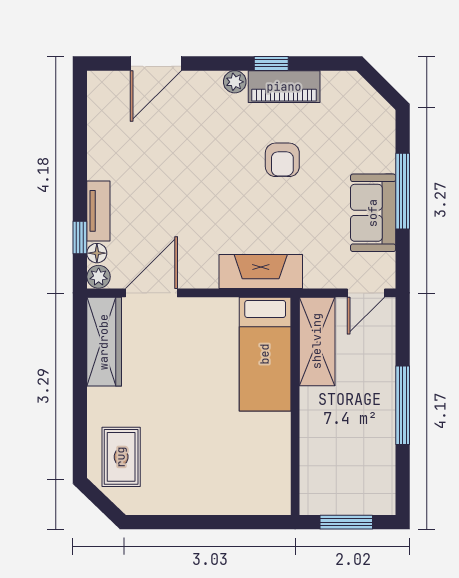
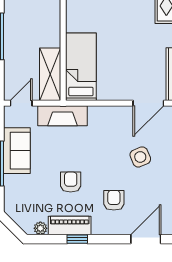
plant: (235, 82) -> (40, 228), moved
armchair: (210, 129) -> (114, 200), added
side table: (165, 202) -> (140, 157), added
fireplace: (261, 271) -> (62, 116), moved

